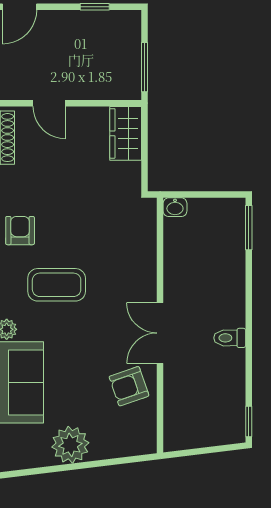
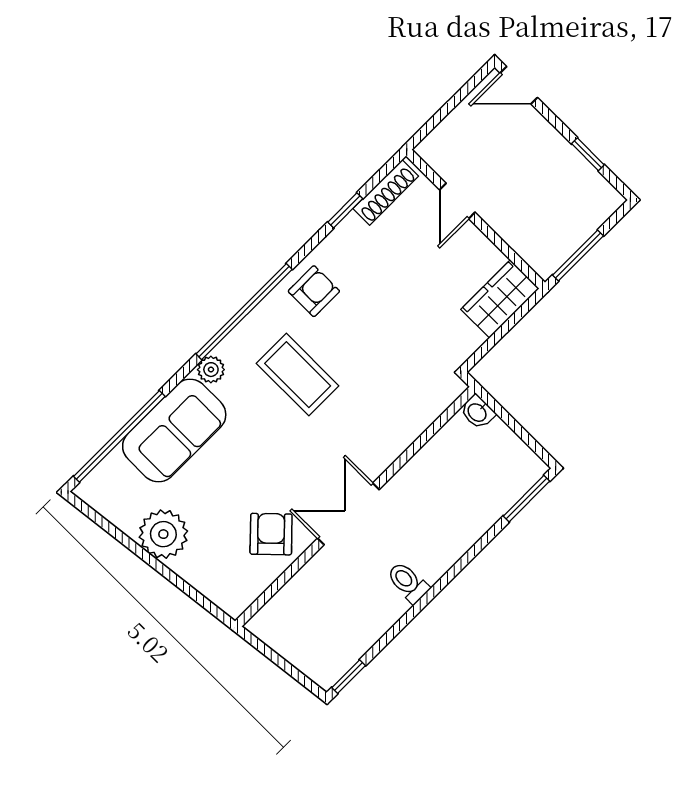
armchair: (129, 386) -> (271, 534), turned 65

